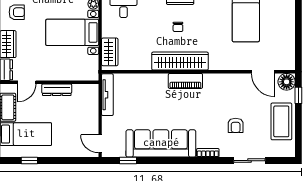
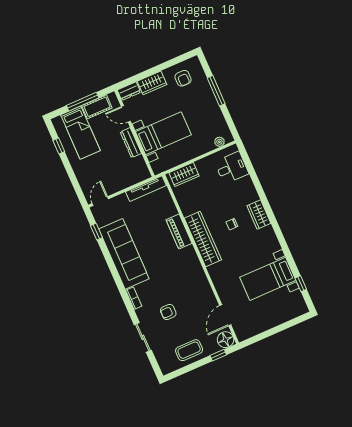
bed with nightstands: (72, 32) -> (163, 133), moved, turned 90
piano: (185, 81) -> (179, 232), moved
coffee table: (281, 121) -> (189, 350), width x0.73, depth x0.76

